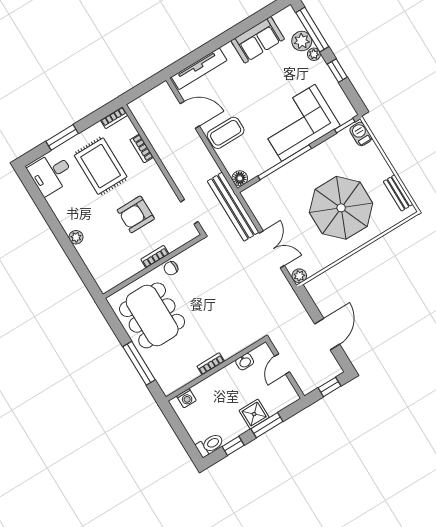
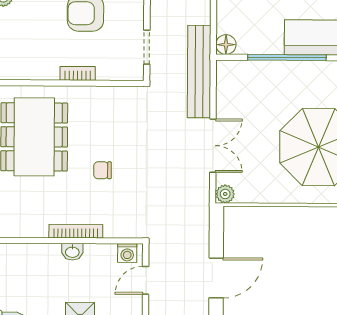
chair: (171, 268) -> (103, 170), moved
washbasin: (245, 362) -> (72, 252), moved
bookcase: (211, 364) -> (76, 231), width x1.56
washing machine: (186, 398) -> (127, 253), moved

